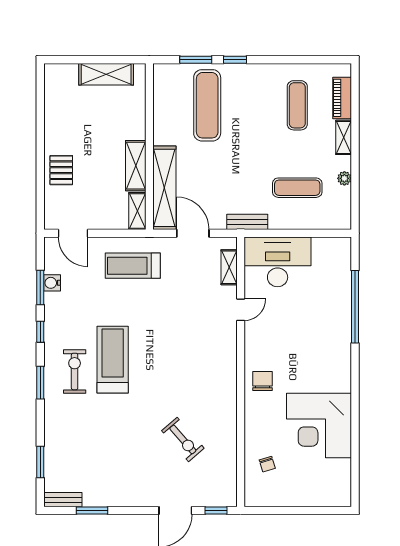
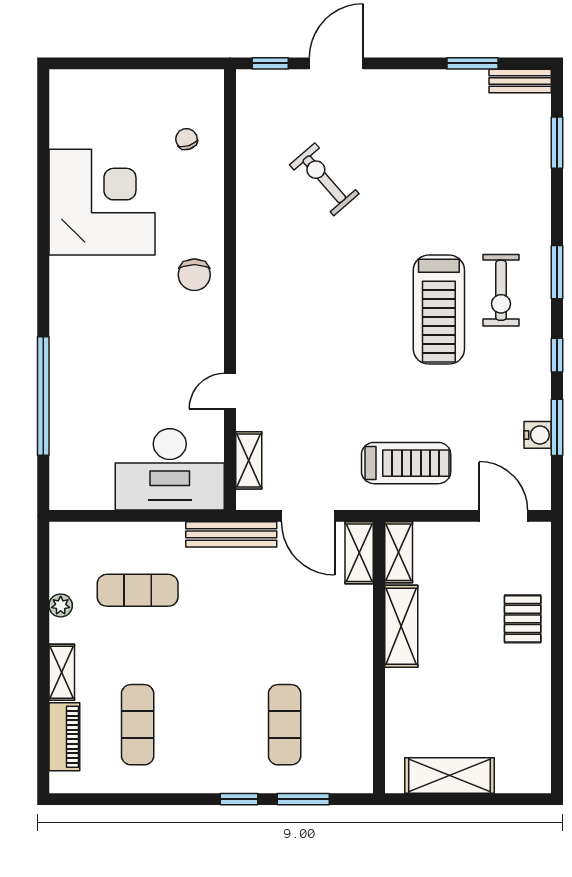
exercise mat: (207, 105) -> (285, 725), width x0.73, depth x0.69
shelving: (164, 188) -> (359, 553), width x0.45, depth x0.75
bench: (247, 222) -> (231, 534), width x1.36

